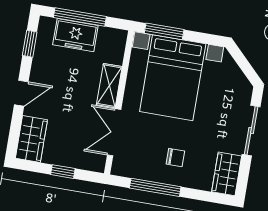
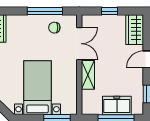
bed with nightstands: (173, 78) -> (37, 88), width x0.73
chair: (175, 158) -> (54, 28), moved

